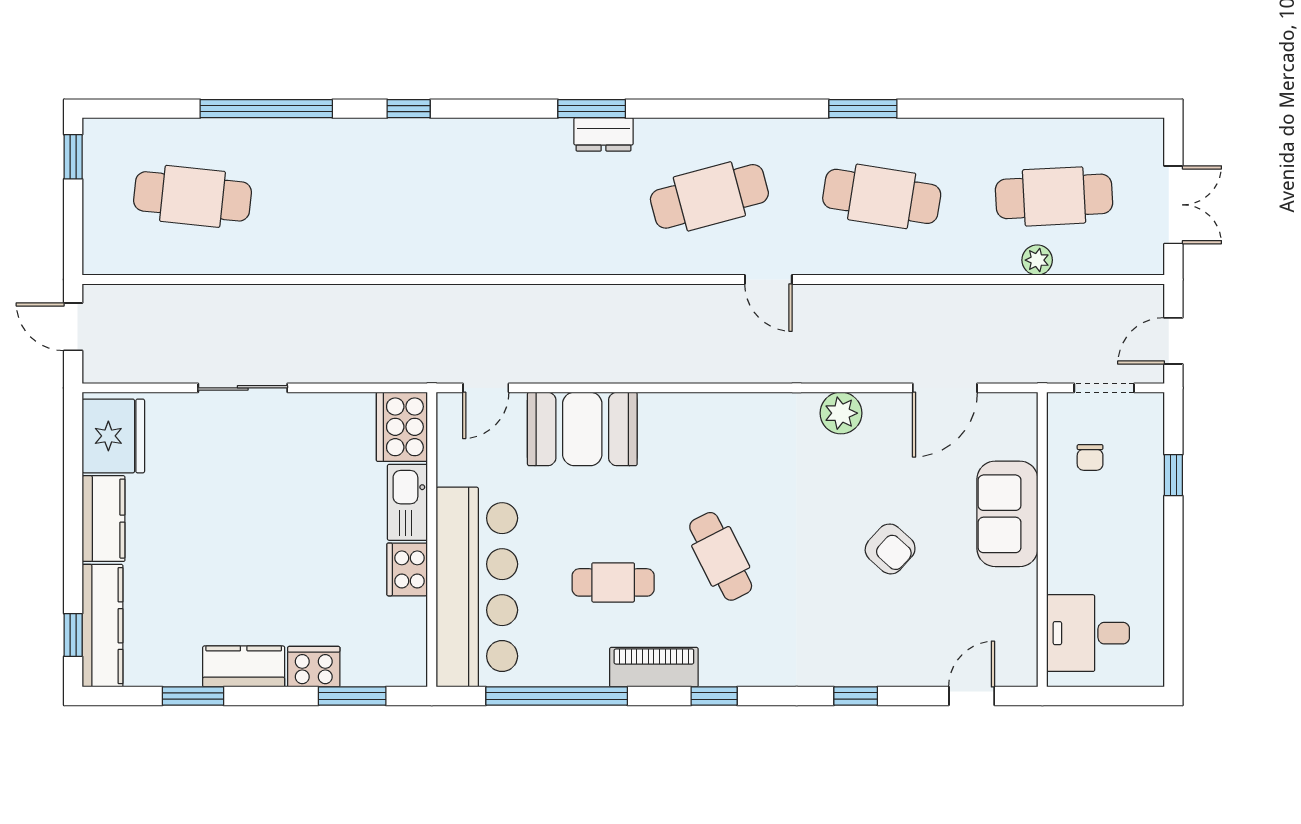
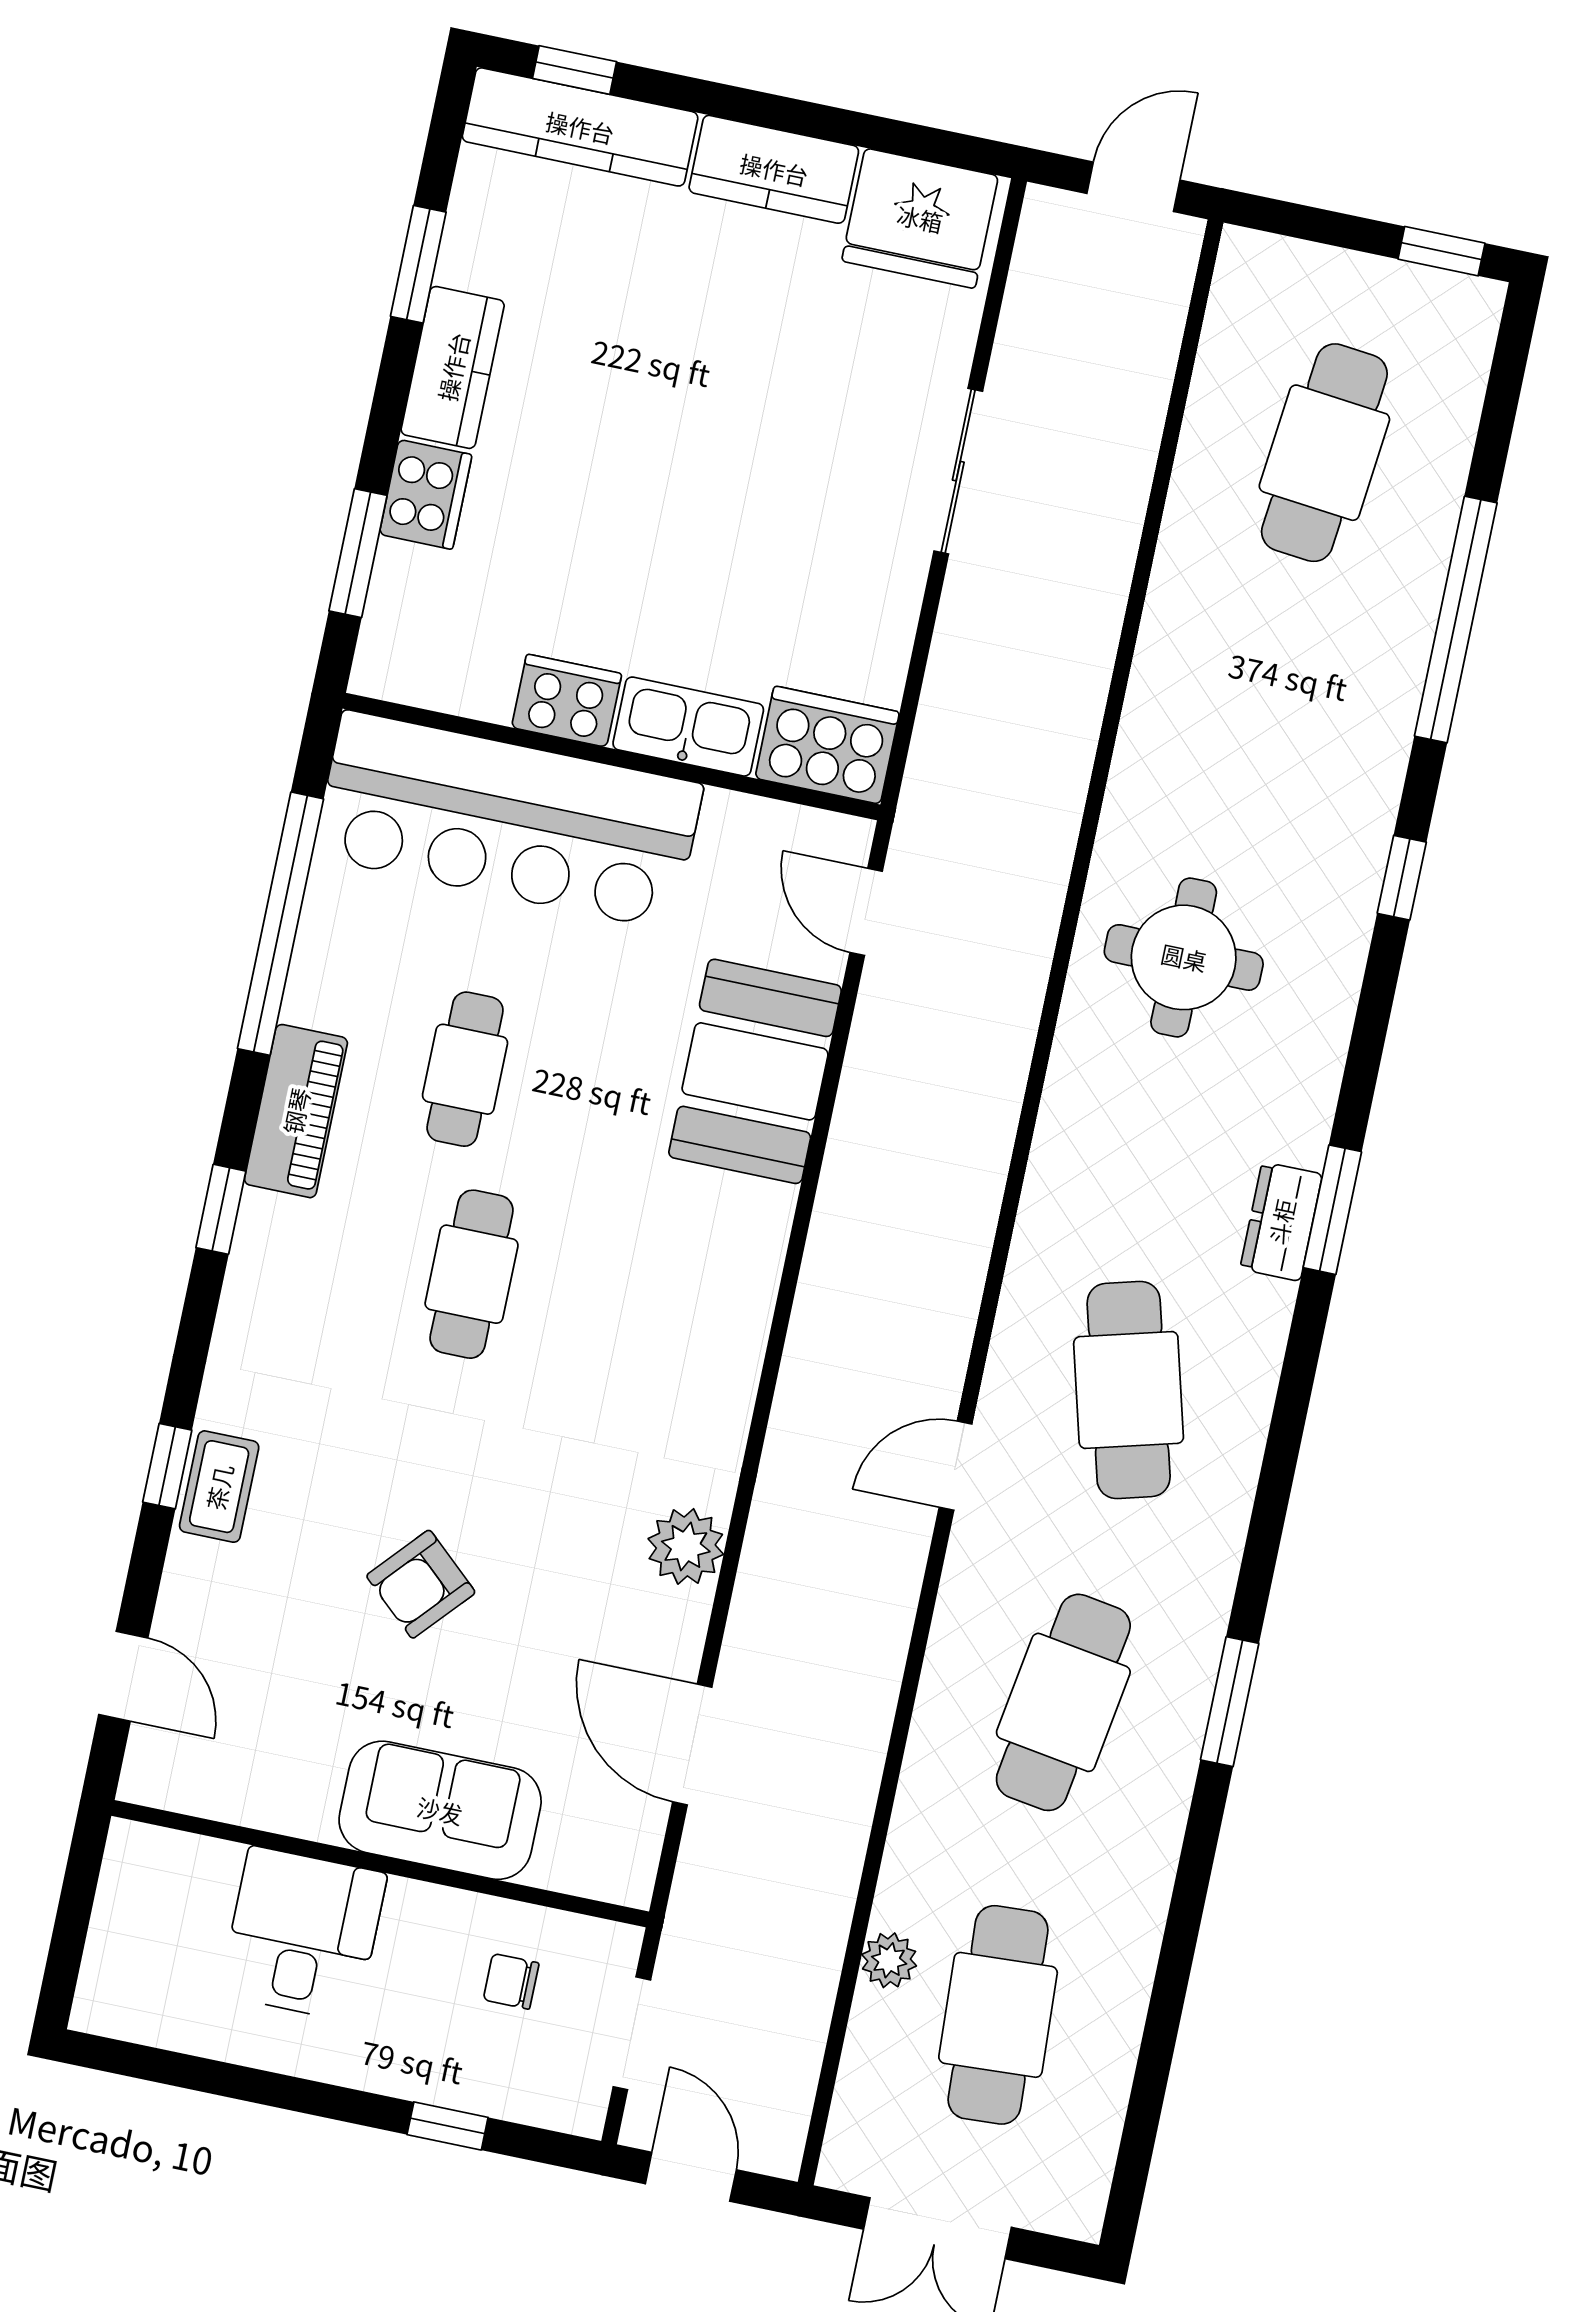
round table: (475, 215) -> (1184, 957), added
cafe table: (721, 556) -> (472, 1274), turned -63
desk: (1088, 633) -> (303, 1934), moved
coffee table: (861, 666) -> (219, 1487), added

